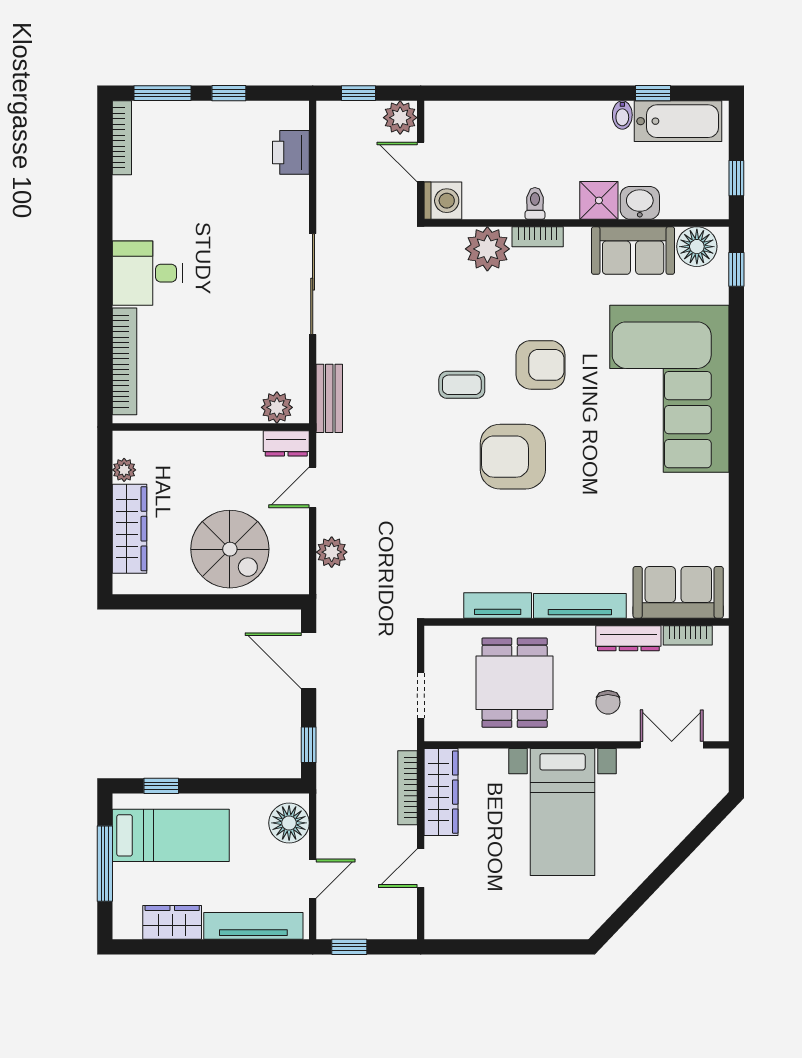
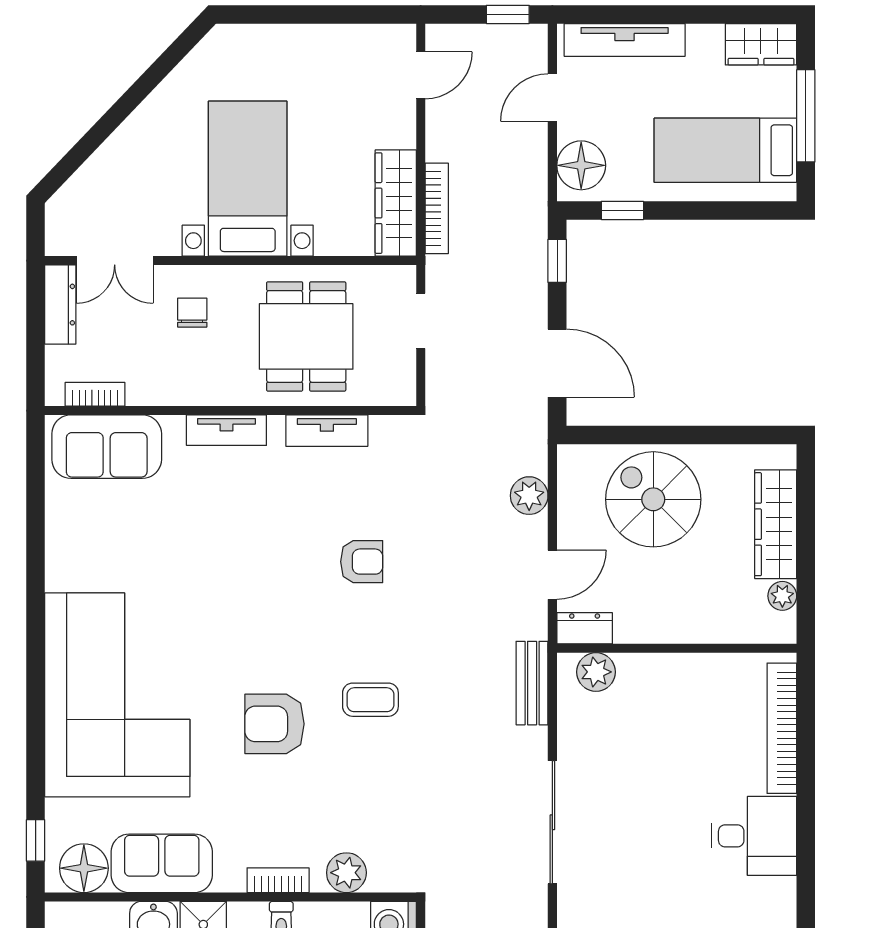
plant: (487, 249) -> (346, 873), width x0.73, depth x0.73
armchair: (513, 457) -> (362, 562), moved, width x0.53, depth x0.53
tv unit: (580, 606) -> (226, 430), width x0.71
dresser: (628, 638) -> (60, 305), moved, turned 90
window: (161, 786) -> (622, 210), moved
door: (421, 868) -> (421, 75), moved
wardrobe: (172, 922) -> (761, 44), moved

